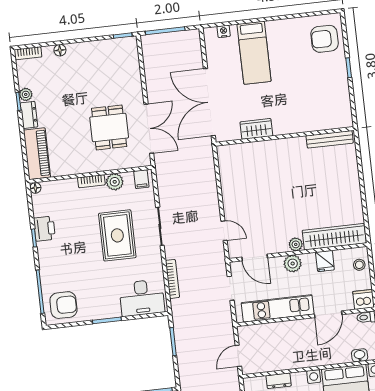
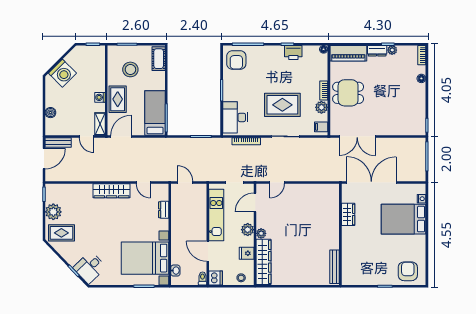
bed: (254, 53) -> (404, 219), width x1.50
dining table: (109, 127) -> (348, 93), moved

